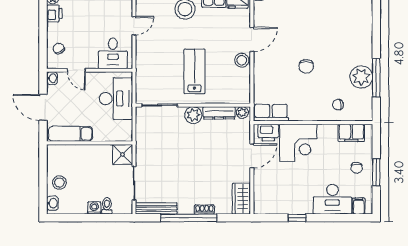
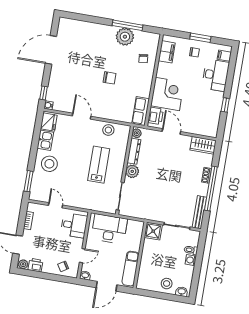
stool: (242, 60) -> (108, 130), moved
lab bench: (195, 71) -> (99, 165), turned 90

